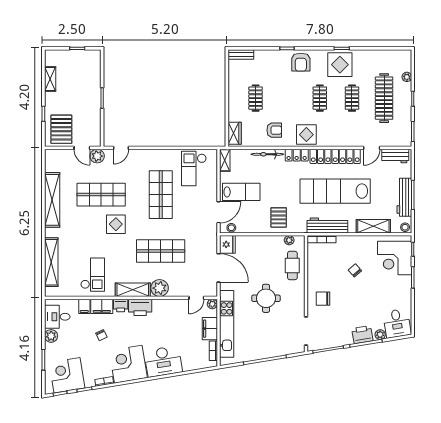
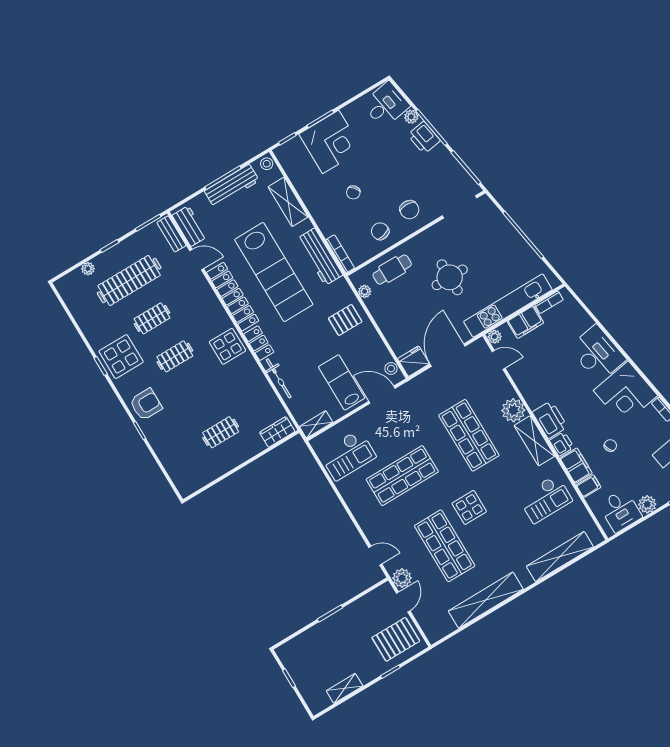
bench: (241, 54) -> (171, 234), moved
armchair: (274, 130) -> (245, 387), removed
corner desk: (395, 258) -> (331, 142), moved
chair: (321, 272) -> (380, 231), added
checkout: (93, 275) -> (545, 499), turned 180

